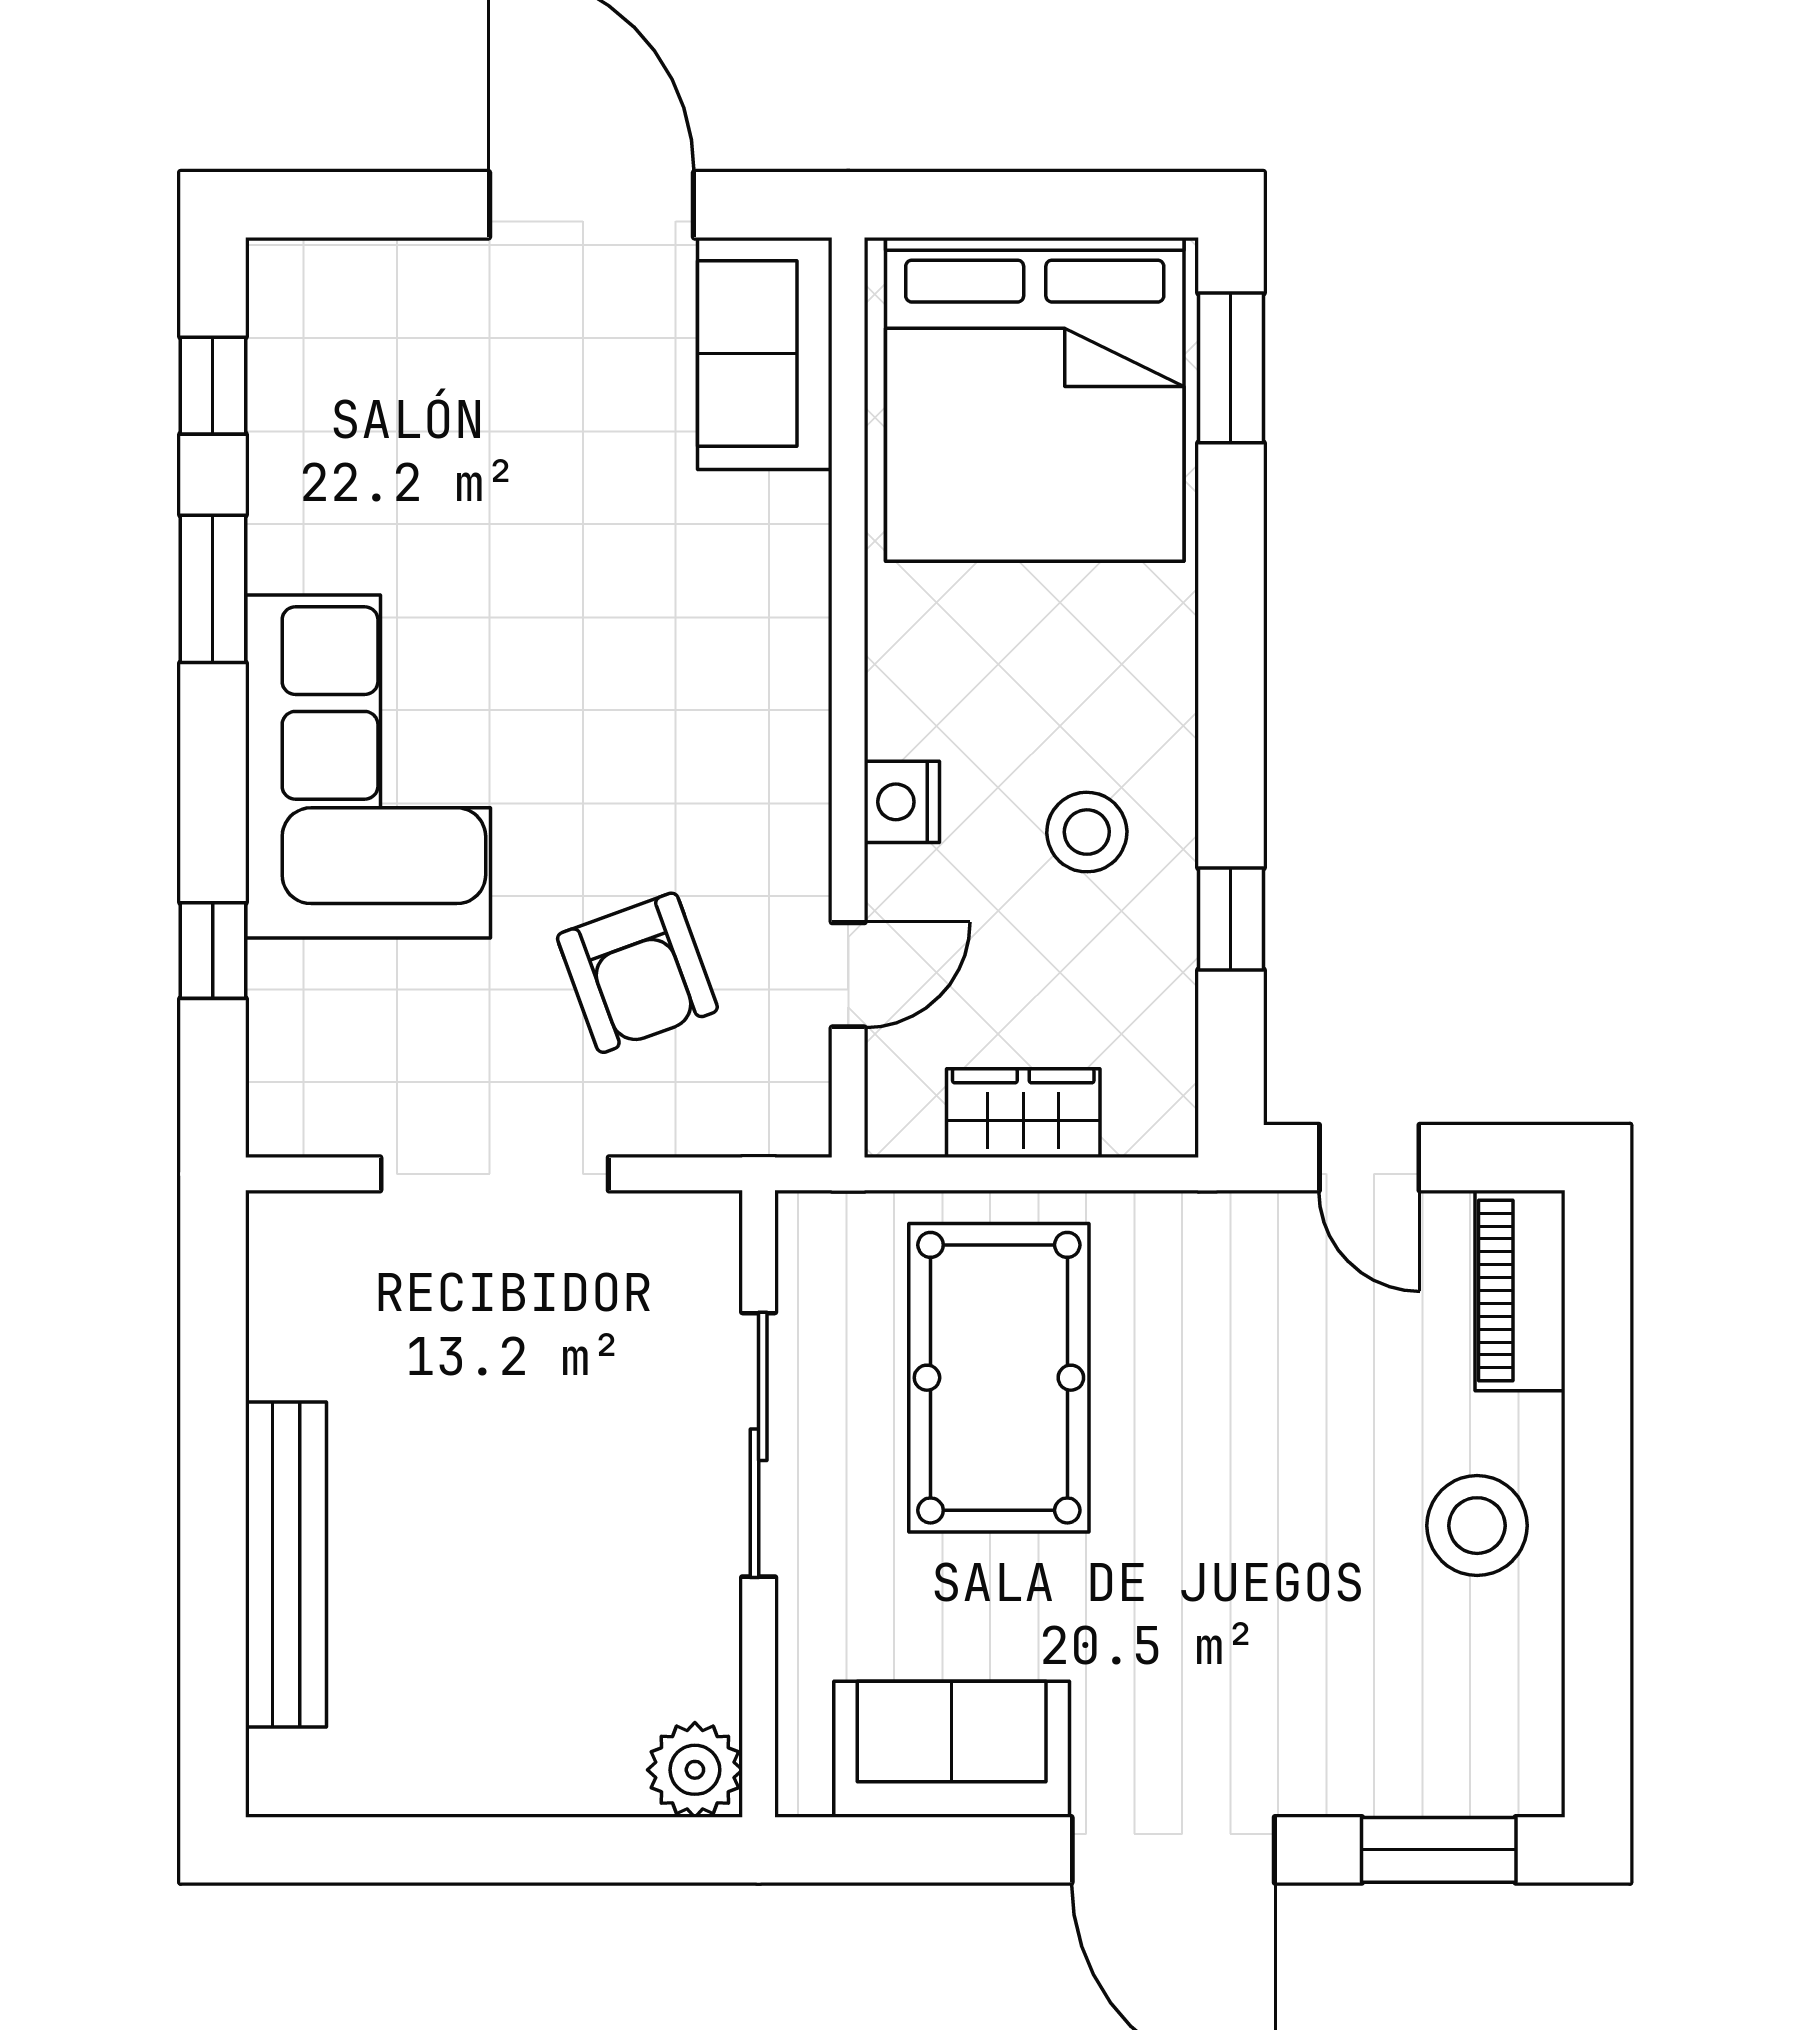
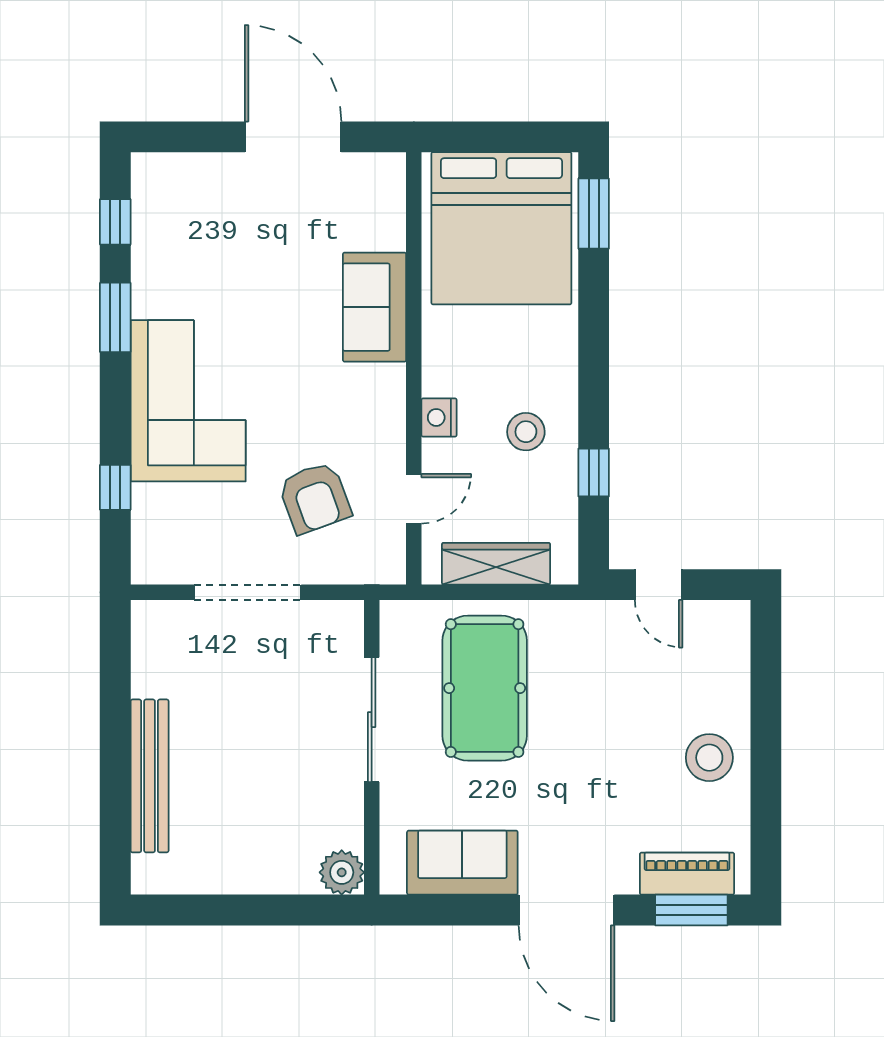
sofa: (765, 354) -> (375, 307), moved
wardrobe: (1023, 1113) -> (496, 564), width x1.50
piano: (1520, 1290) -> (687, 874), moved, turned 90

